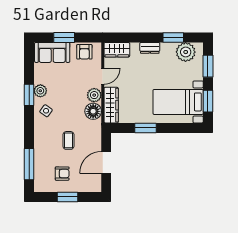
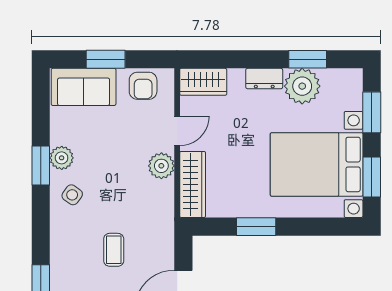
plant: (186, 52) -> (302, 86), moved
bed with nightstands: (178, 102) -> (317, 164), width x1.36
floor lamp: (93, 111) -> (159, 196), removed

